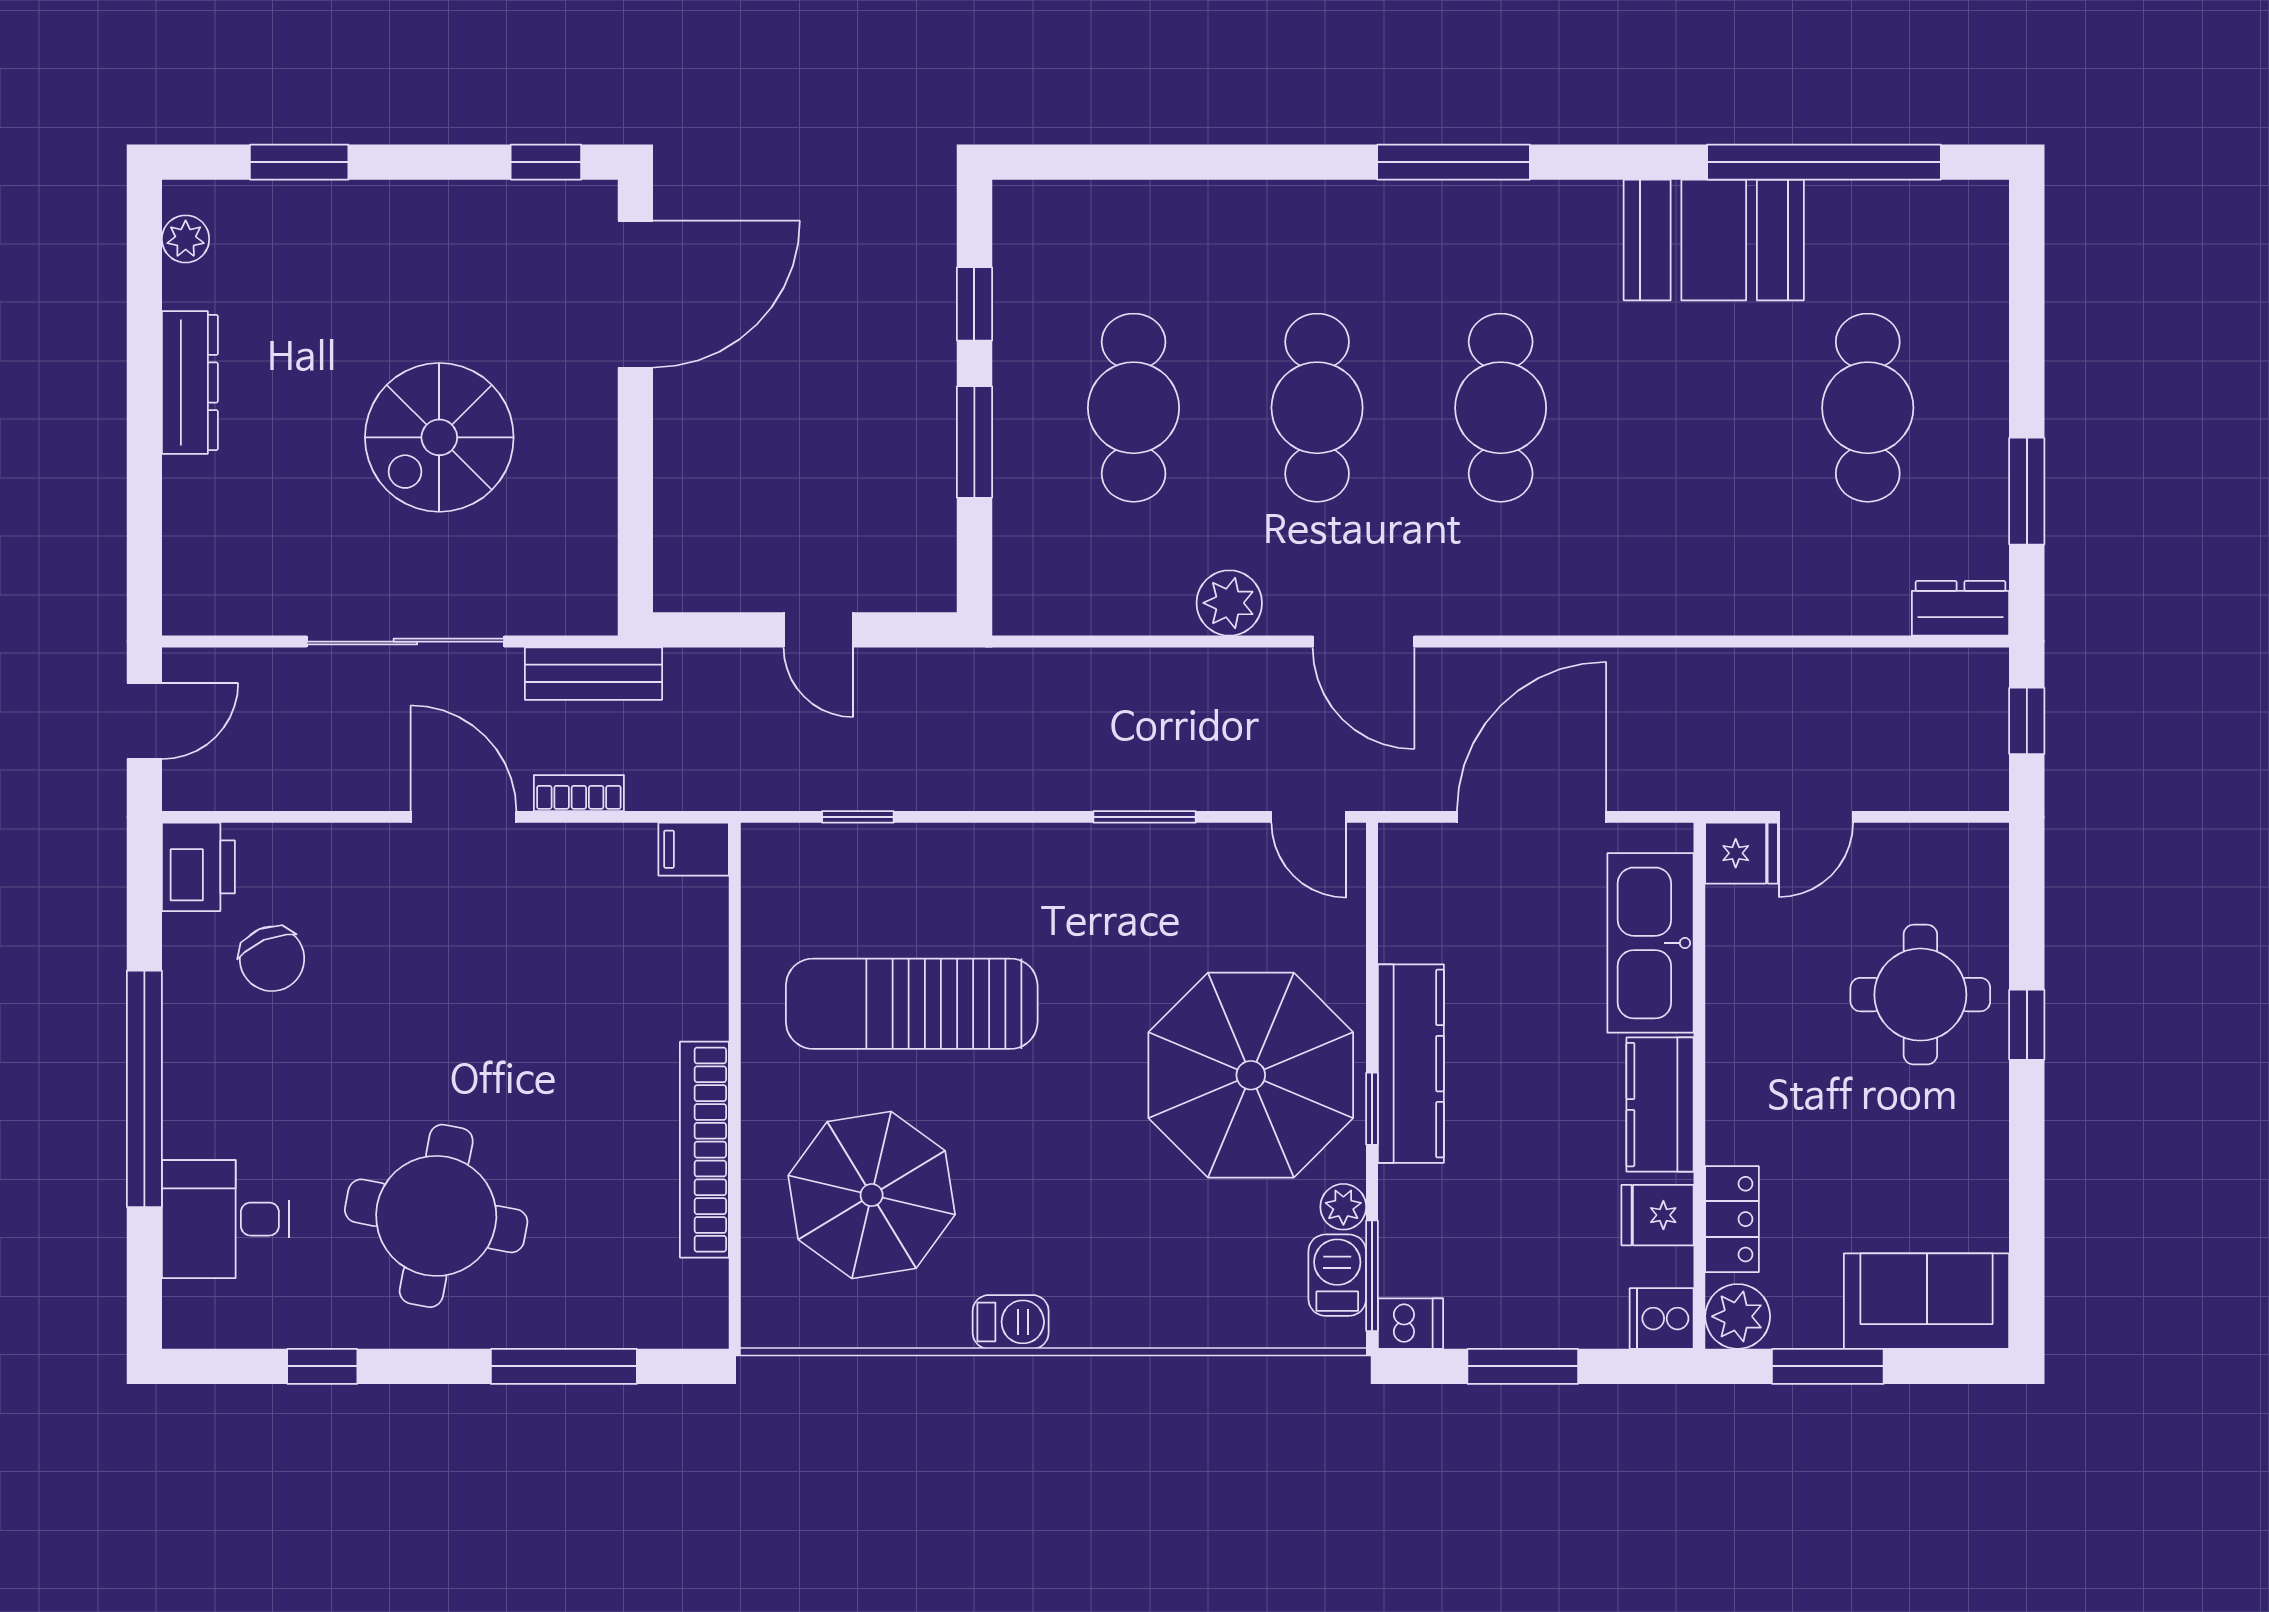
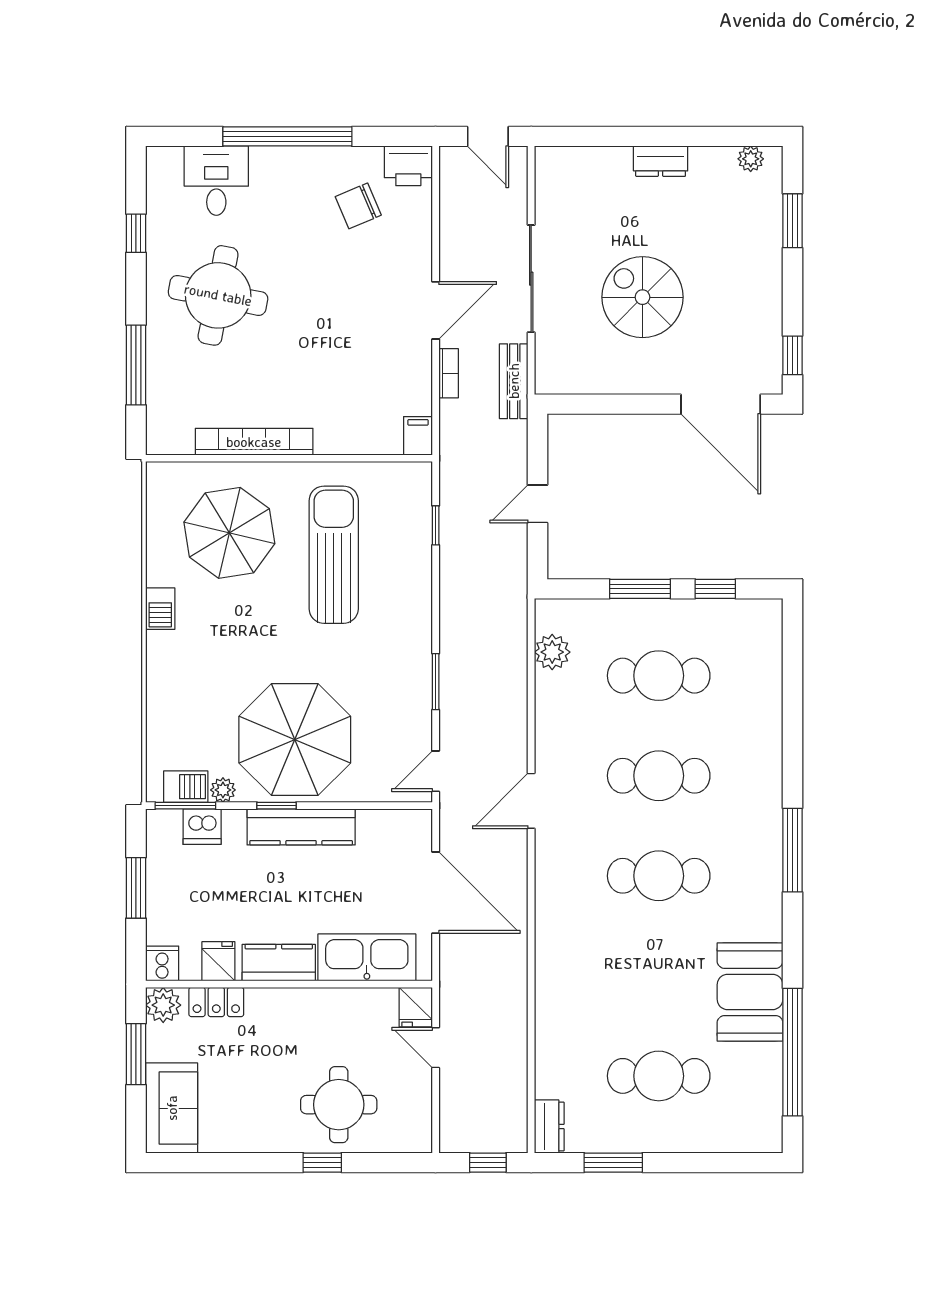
dresser: (190, 383) -> (661, 161), width x0.70
plant: (1229, 603) -> (552, 652), moved
dishwasher: (1410, 1324) -> (202, 827), moved, width x1.38

